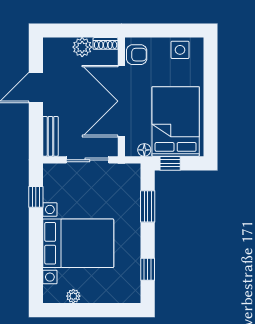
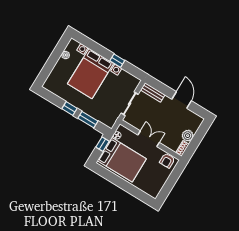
side table: (180, 50) -> (156, 184), removed
double door: (121, 101) -> (149, 139), width x0.54
window: (36, 197) -> (117, 61), moved
window: (148, 269) -> (69, 108), moved

